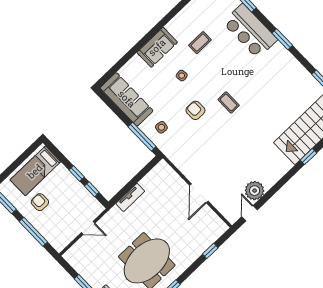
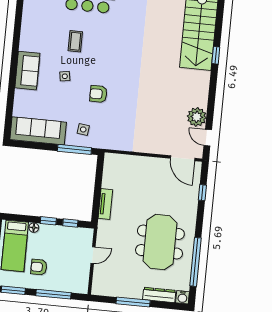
coffee table: (200, 43) -> (75, 41), moved
coffee table: (229, 102) -> (119, 66), removed
floor lamp: (61, 169) -> (34, 228), added
door: (199, 193) -> (183, 158), moved

